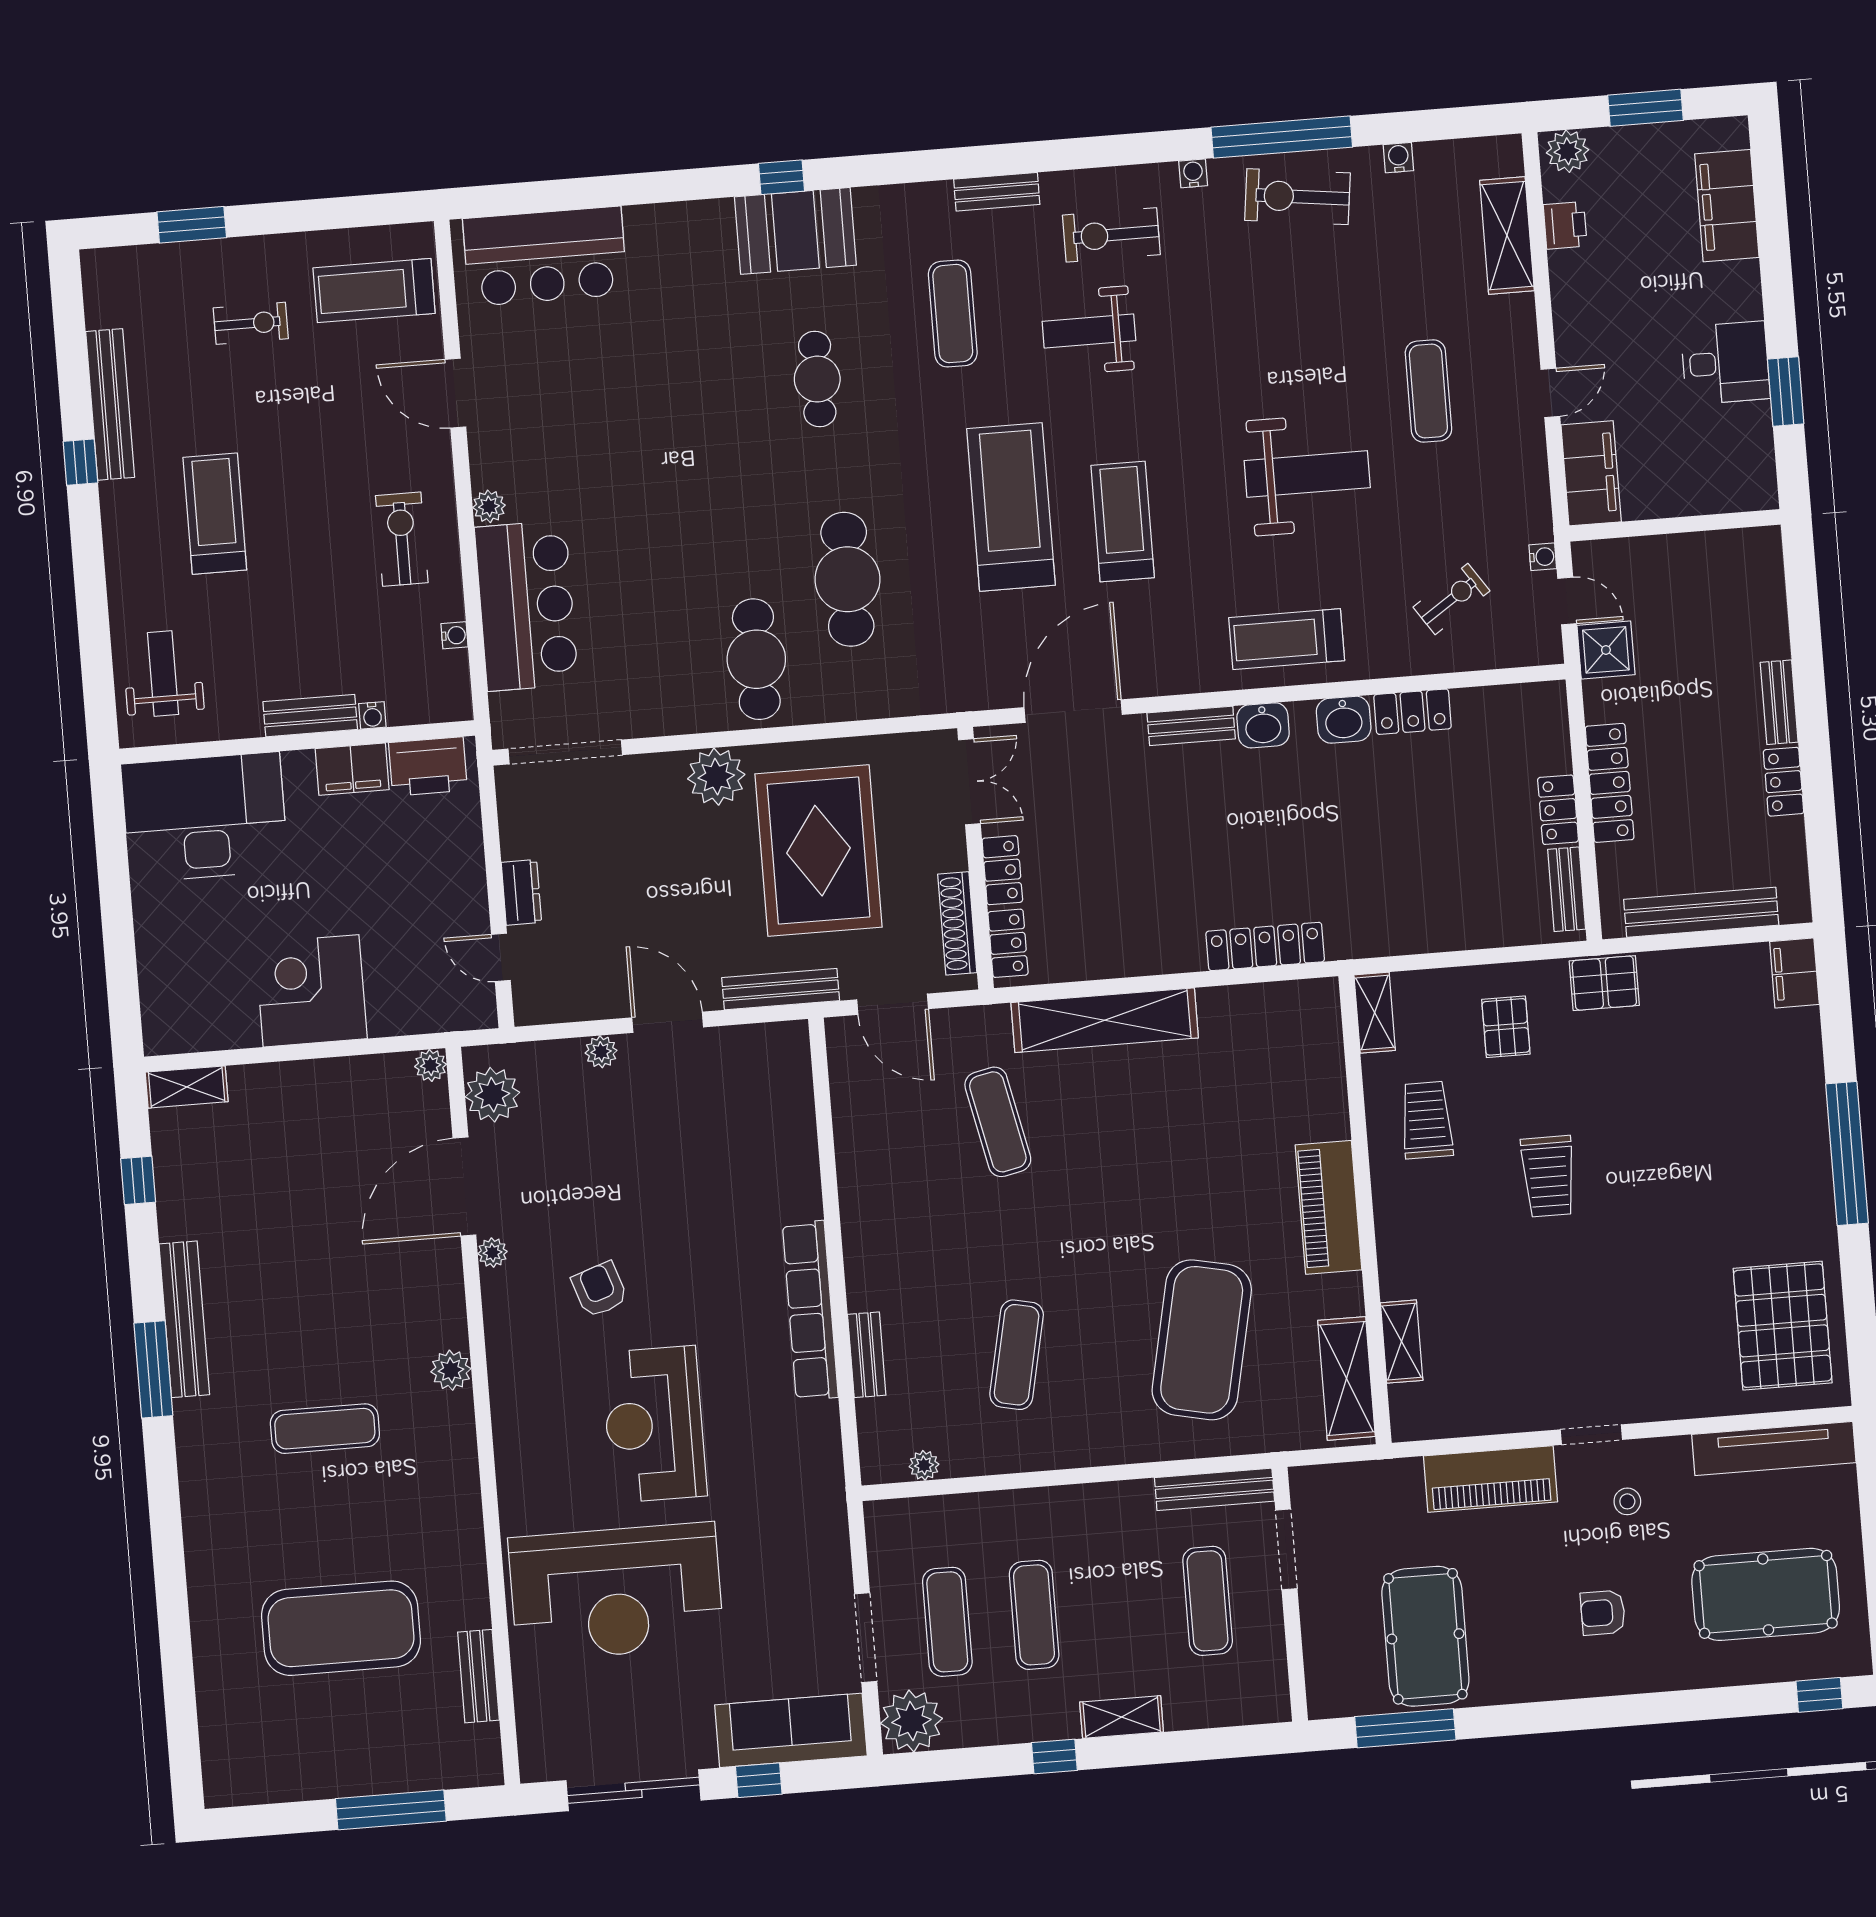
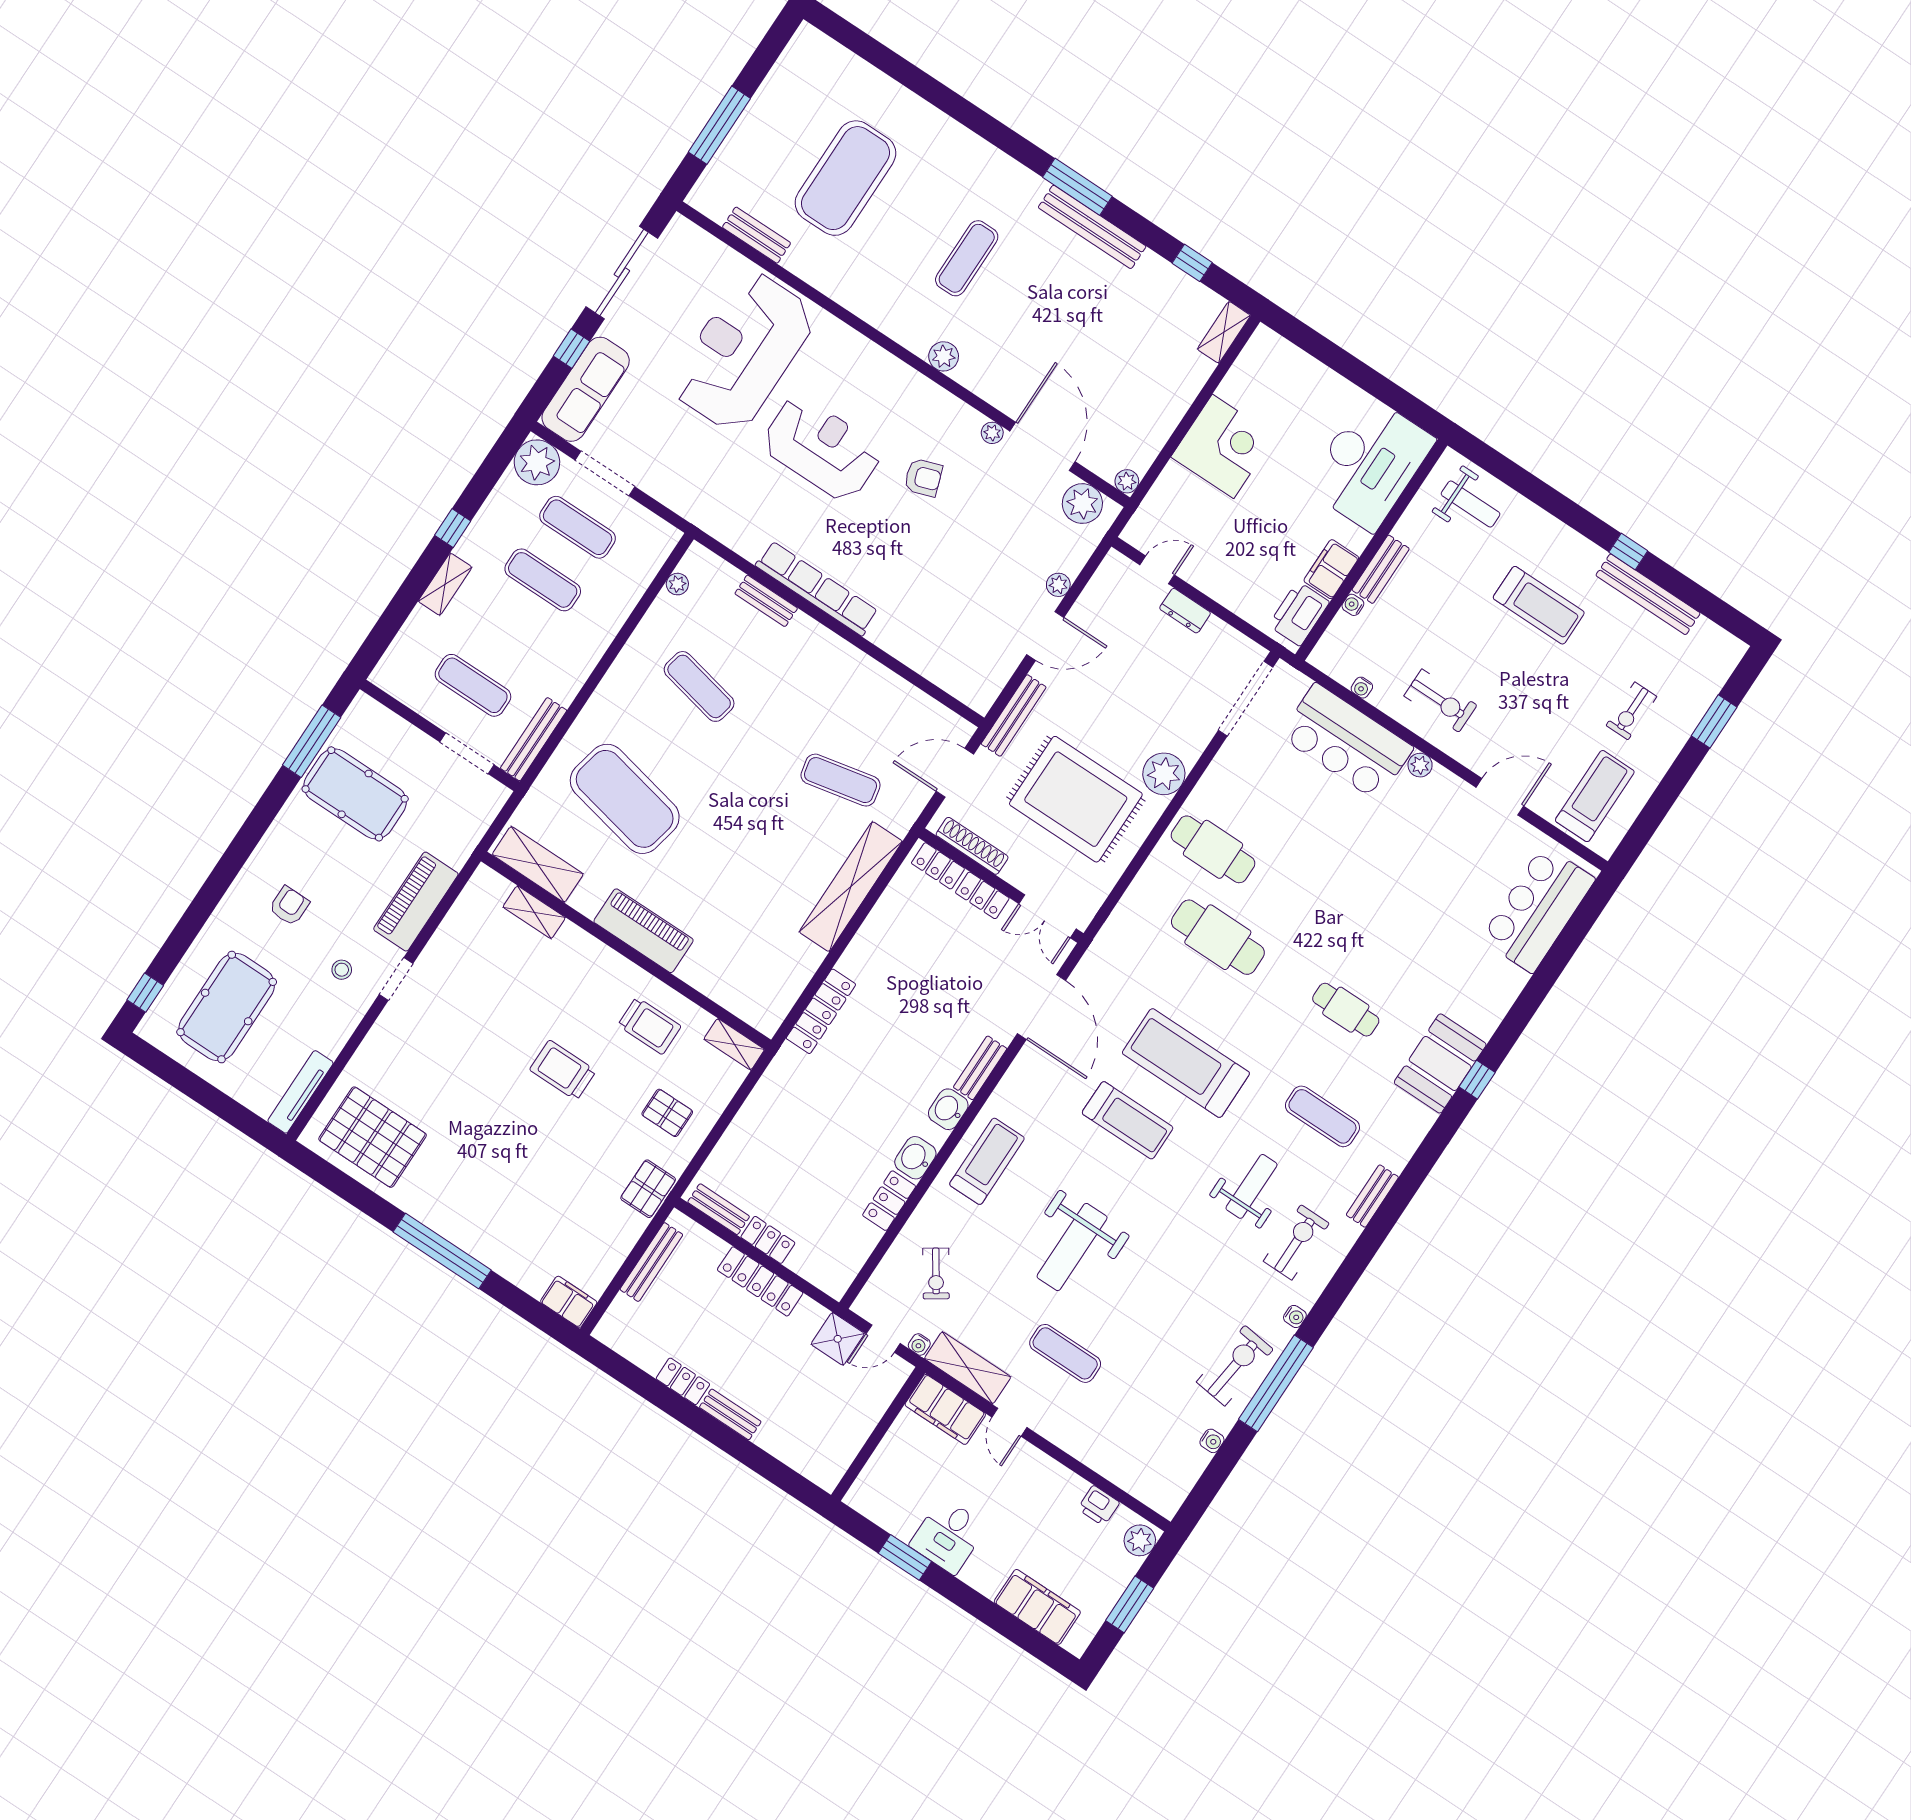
shelving: (1507, 236) -> (968, 1368), moved
treadmill: (1011, 507) -> (1186, 1063), turned 180
bench: (1701, 912) -> (651, 1262), width x0.73, depth x0.82
tv unit: (1774, 1449) -> (300, 1092), width x0.73, depth x0.78

